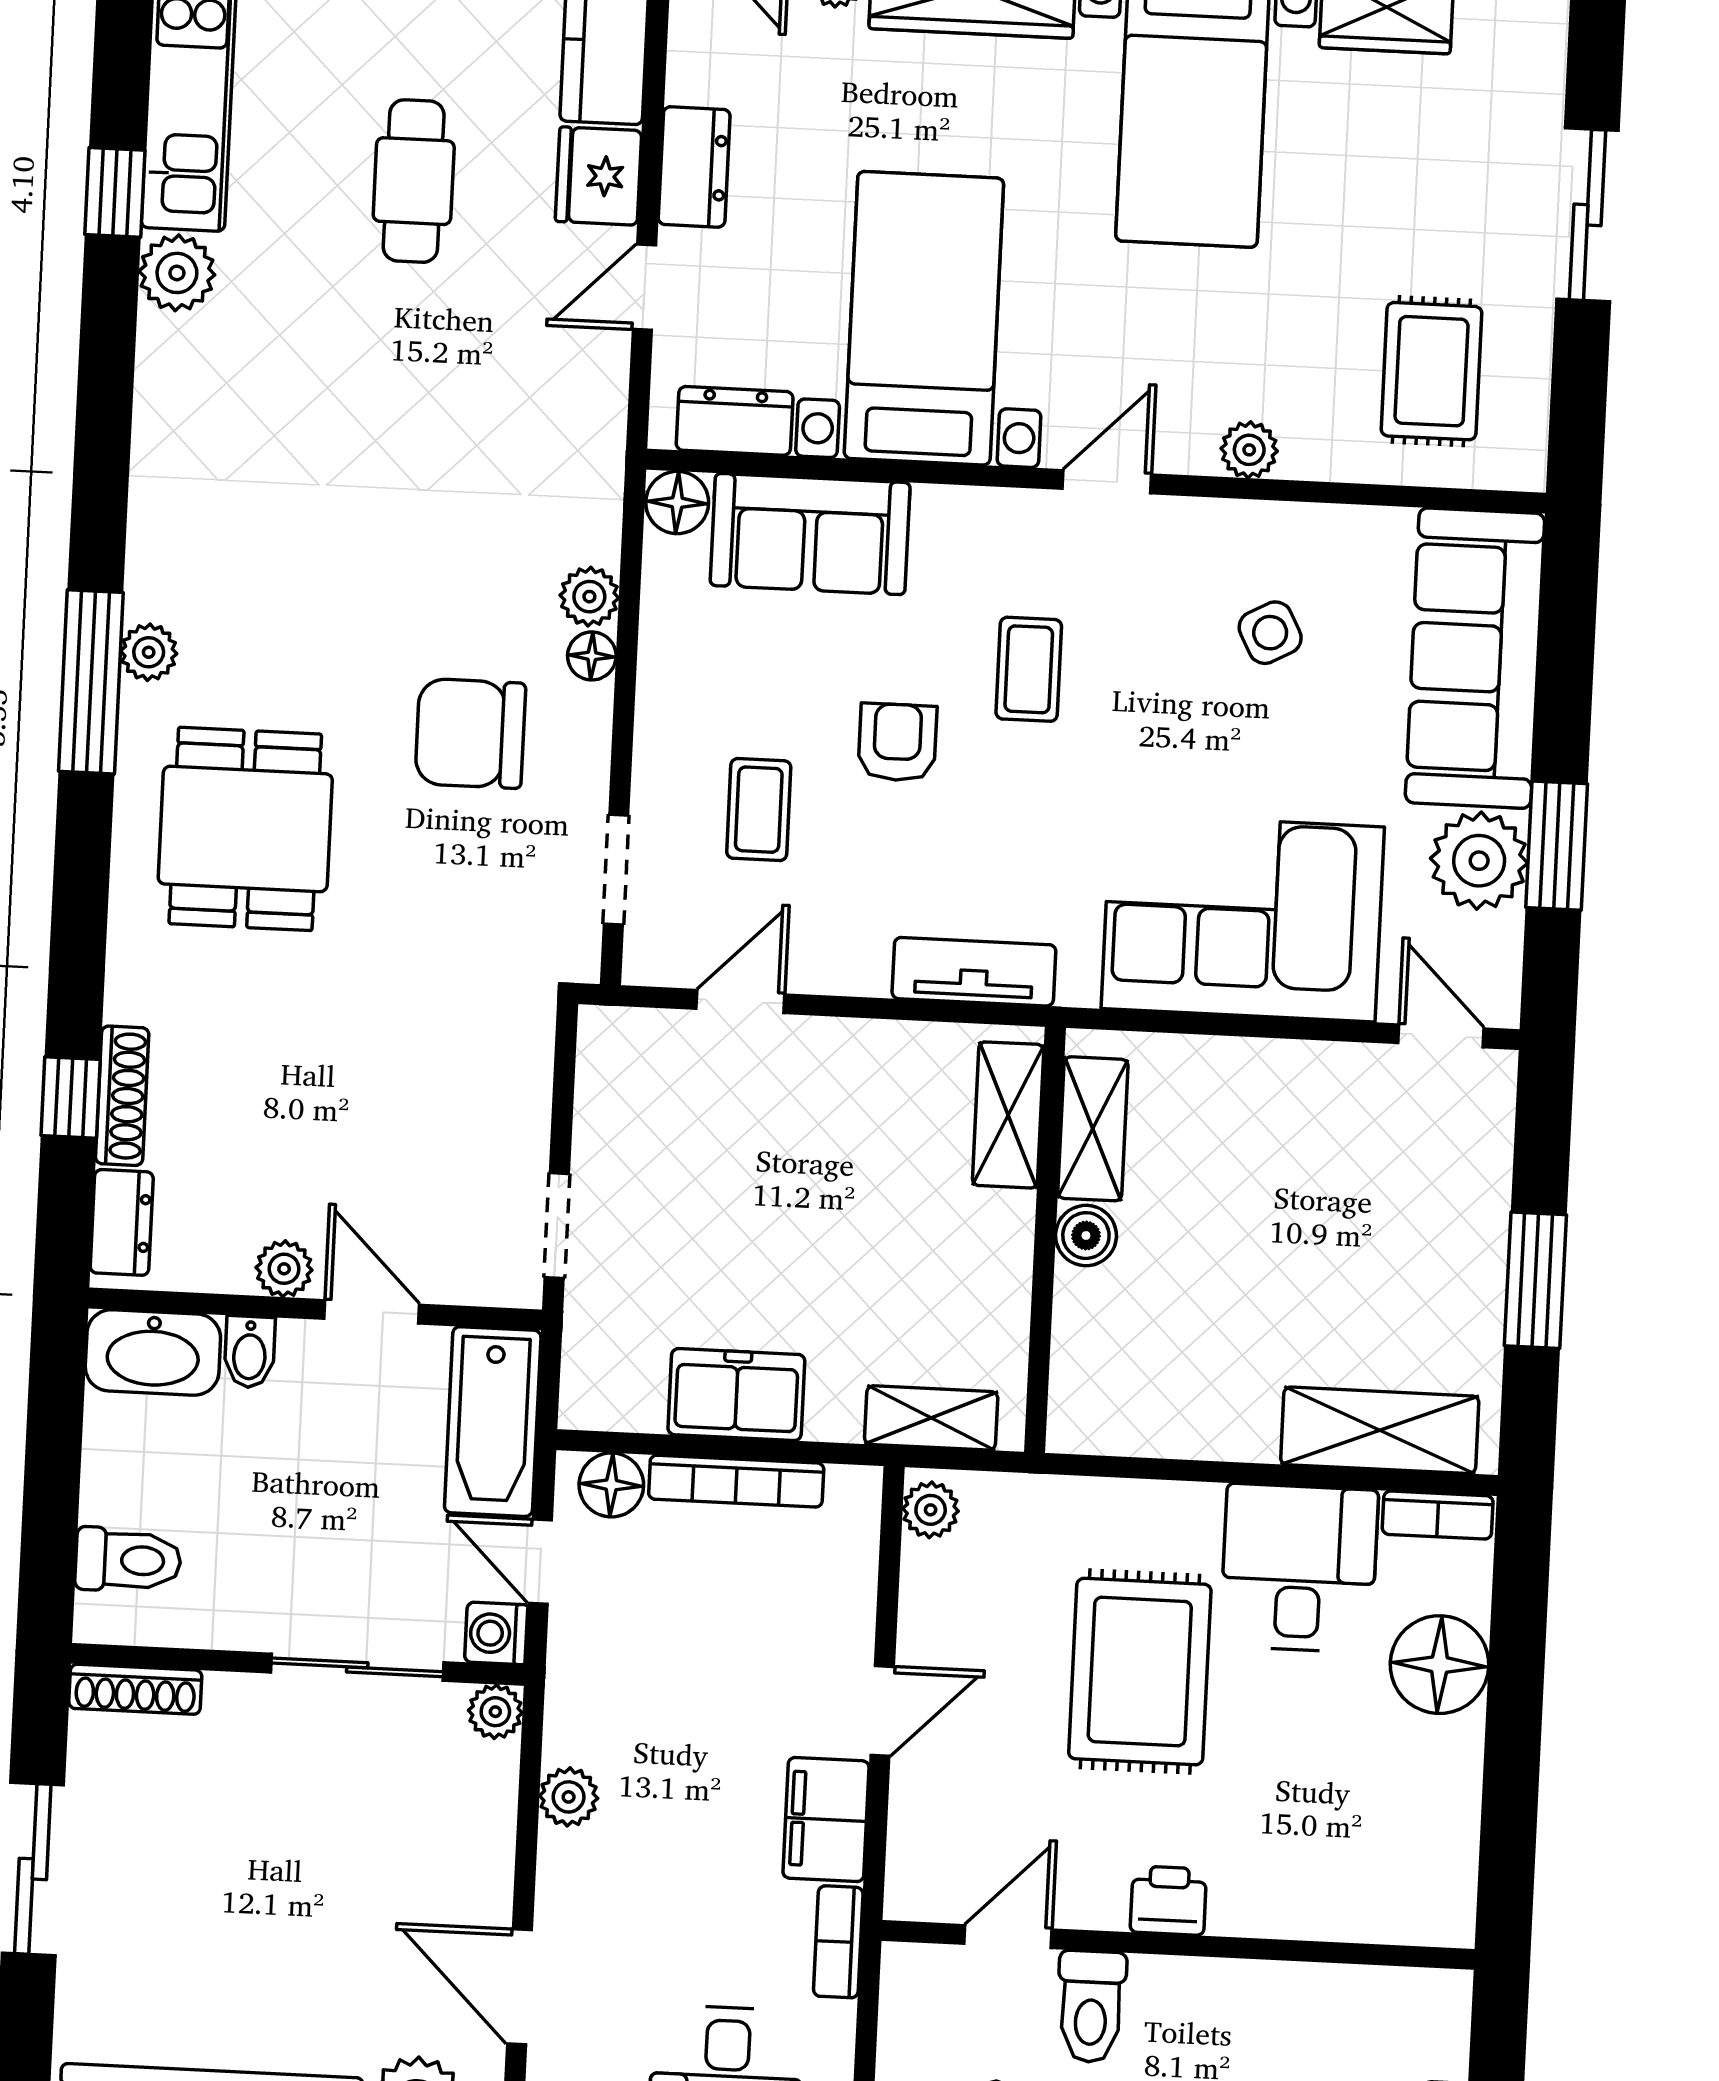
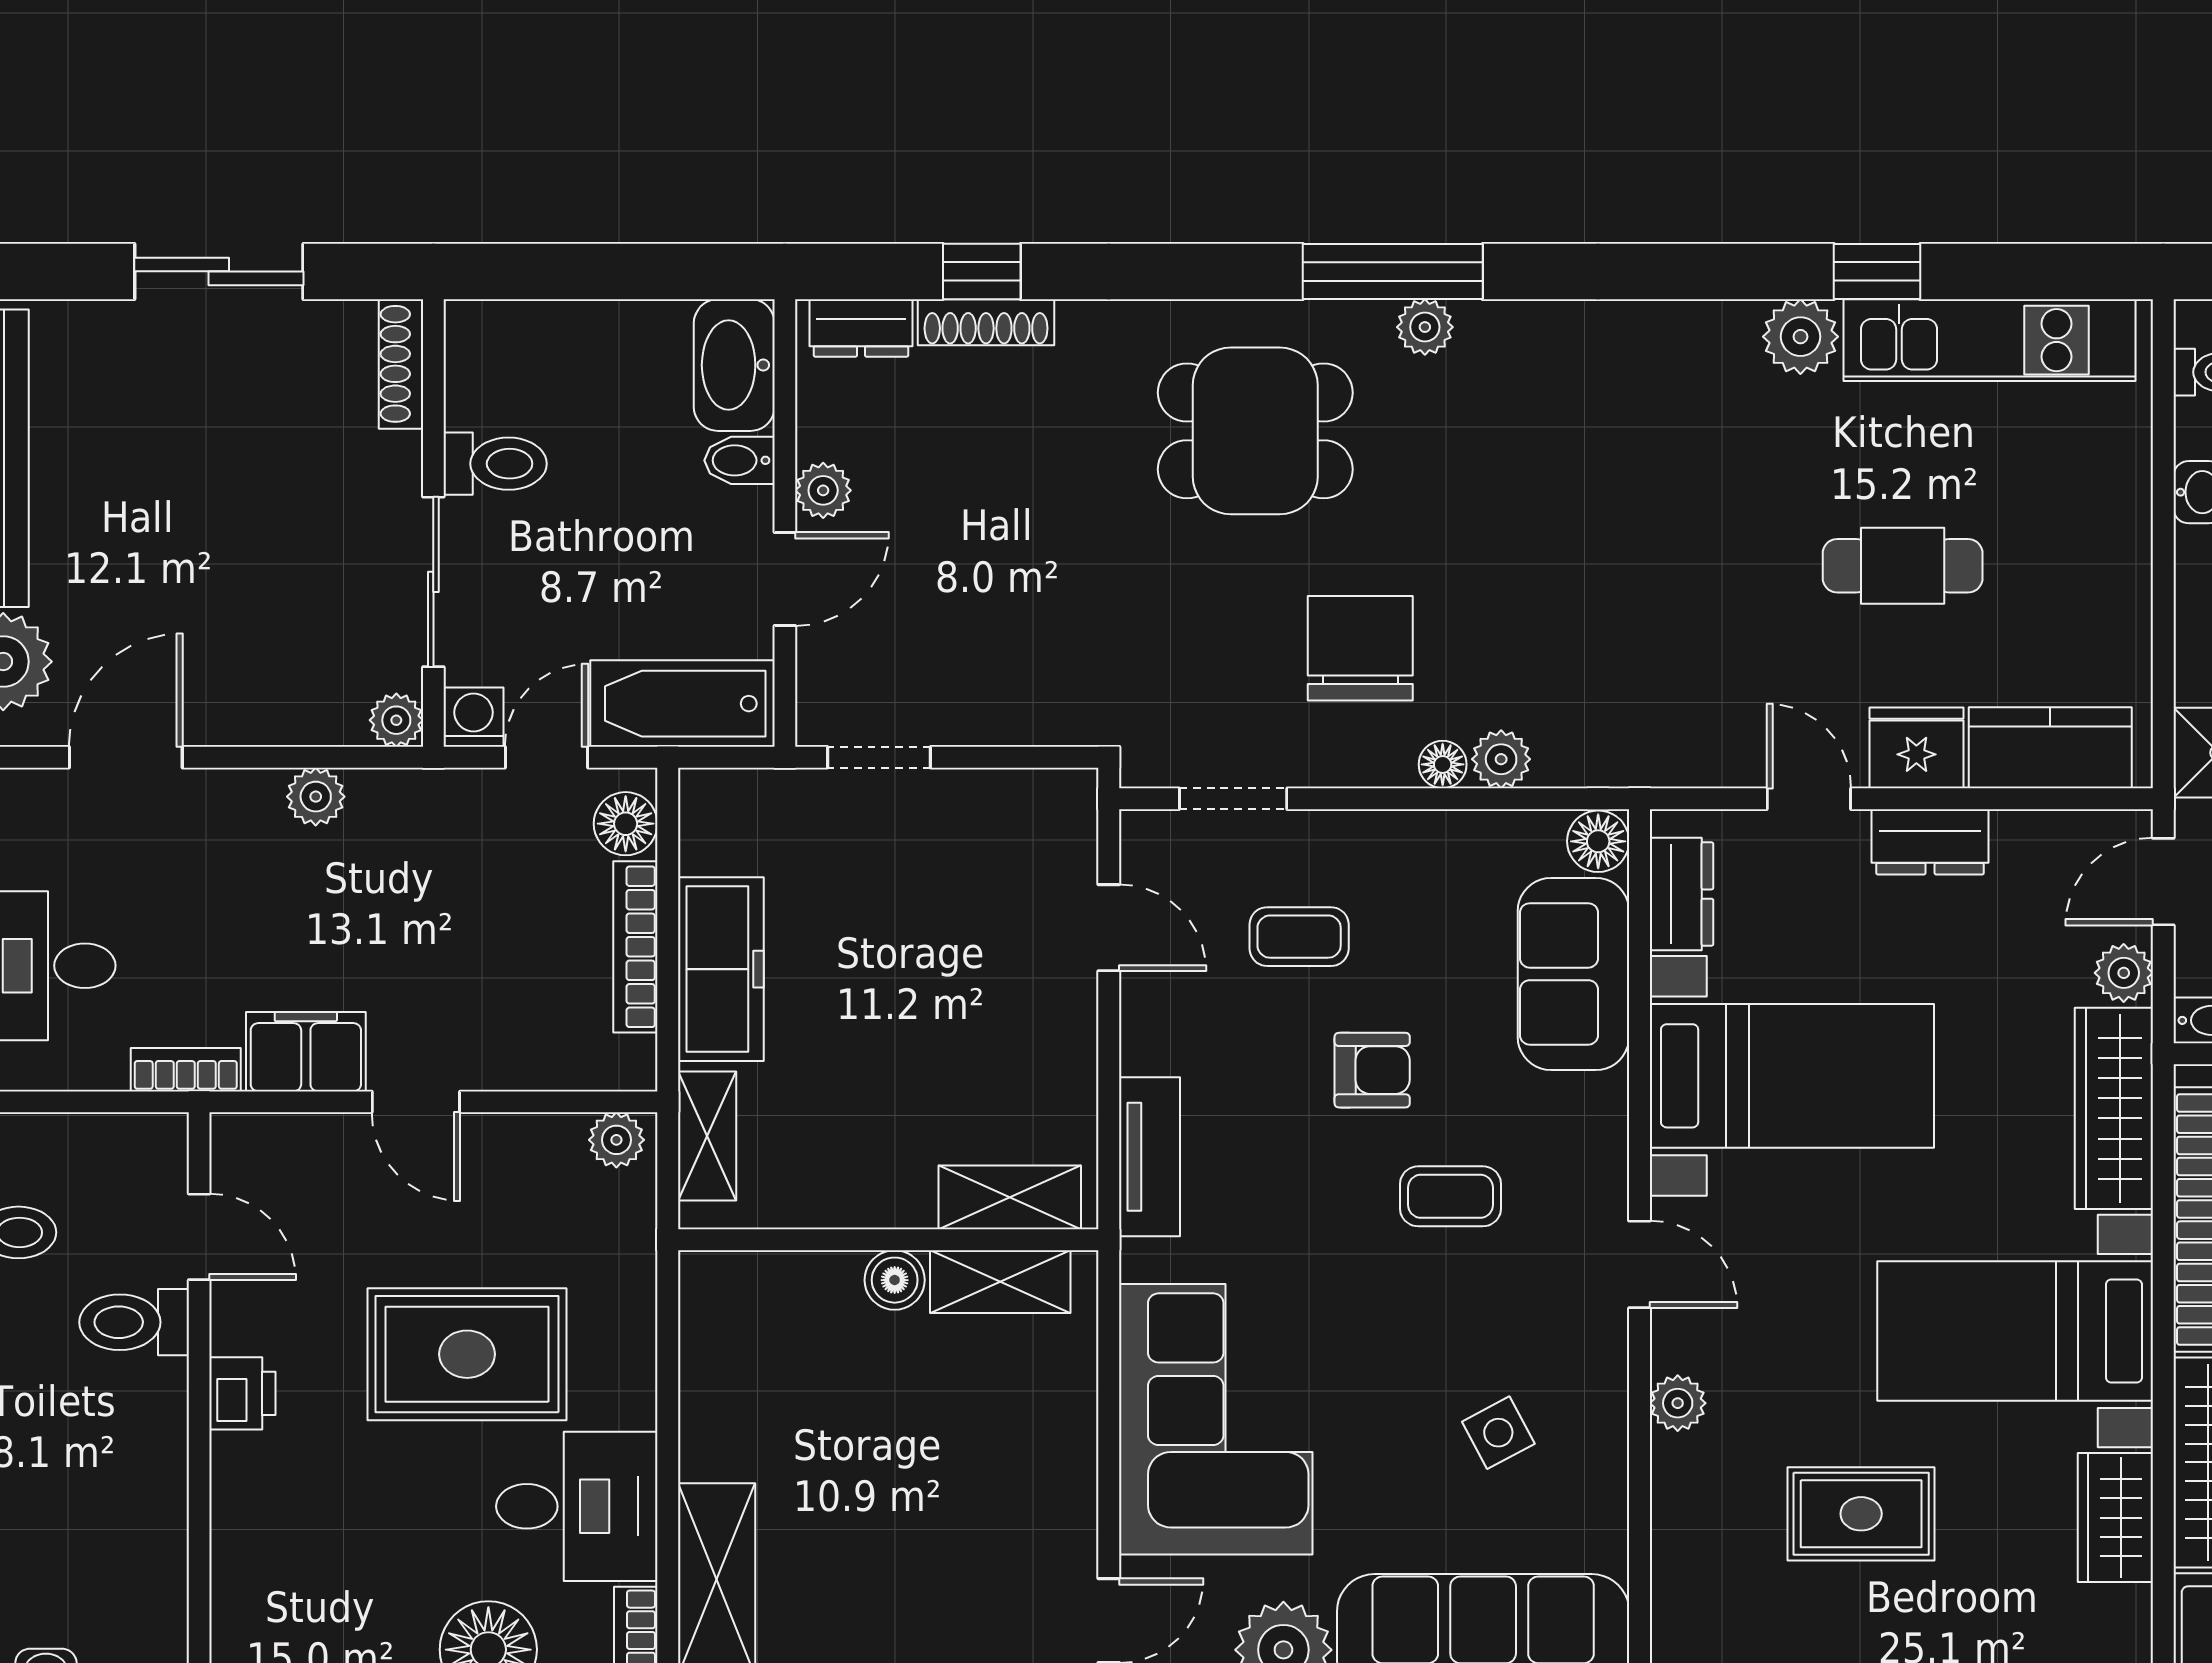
rug: (1432, 371) -> (1861, 1514), moved
freezer: (736, 1395) -> (721, 969), width x1.40
toilet: (128, 1560) -> (495, 464), moved, turned -90

